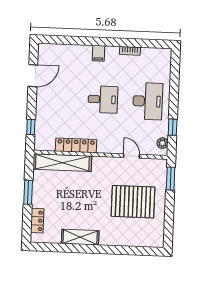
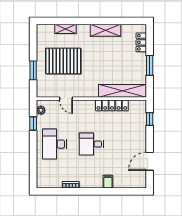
filing cabinet: (99, 53) -> (108, 182), moved
window: (171, 179) -> (33, 70), moved
shelving: (129, 241) -> (66, 29), added

